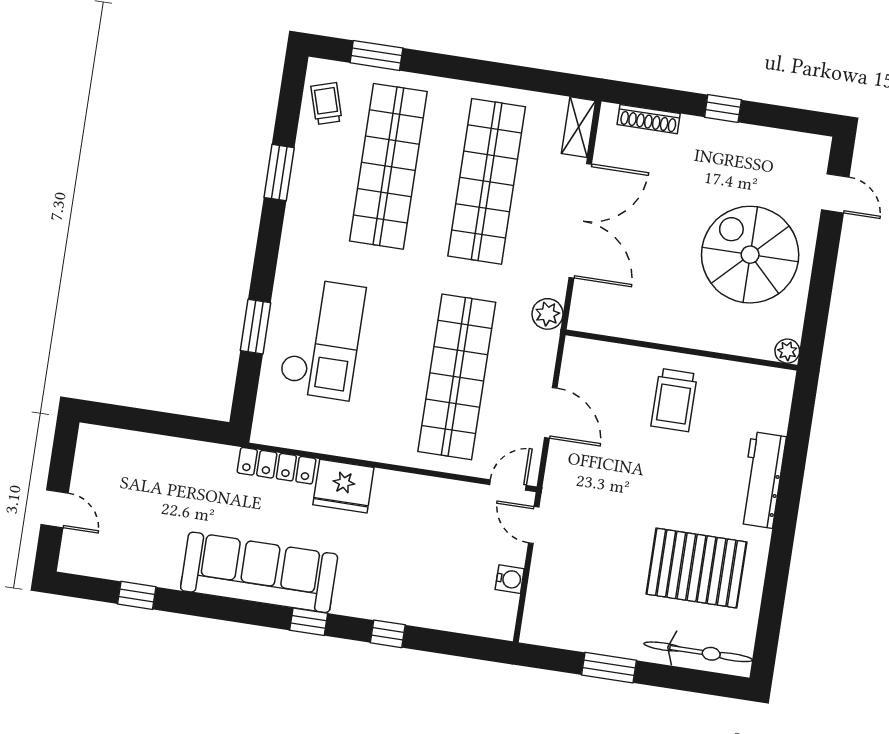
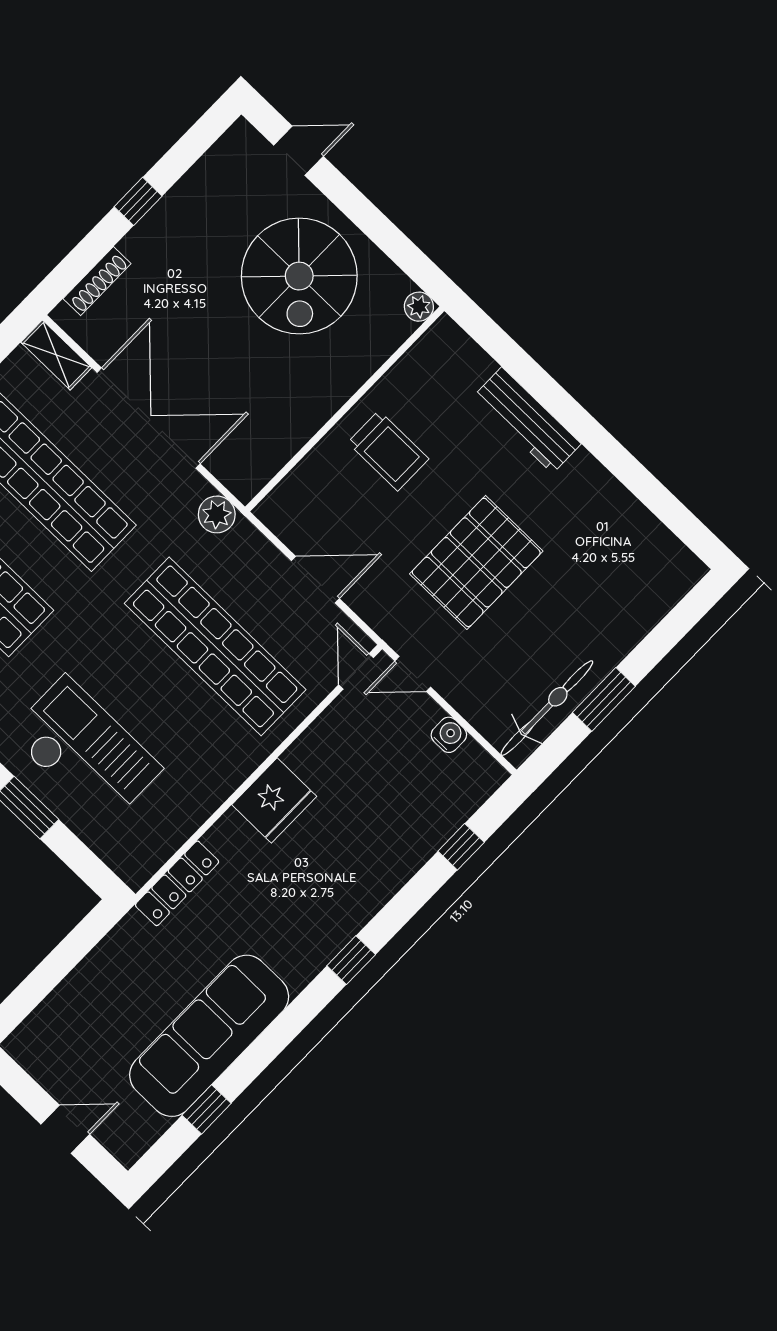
spiral stairs: (750, 255) -> (299, 276), turned -90
fridge: (343, 486) -> (274, 800), moved
pallet: (696, 568) -> (476, 562), moved
sofa: (259, 572) -> (209, 1036), moved
window: (388, 634) -> (461, 847), moved
bicycle: (698, 652) -> (547, 708), moved

